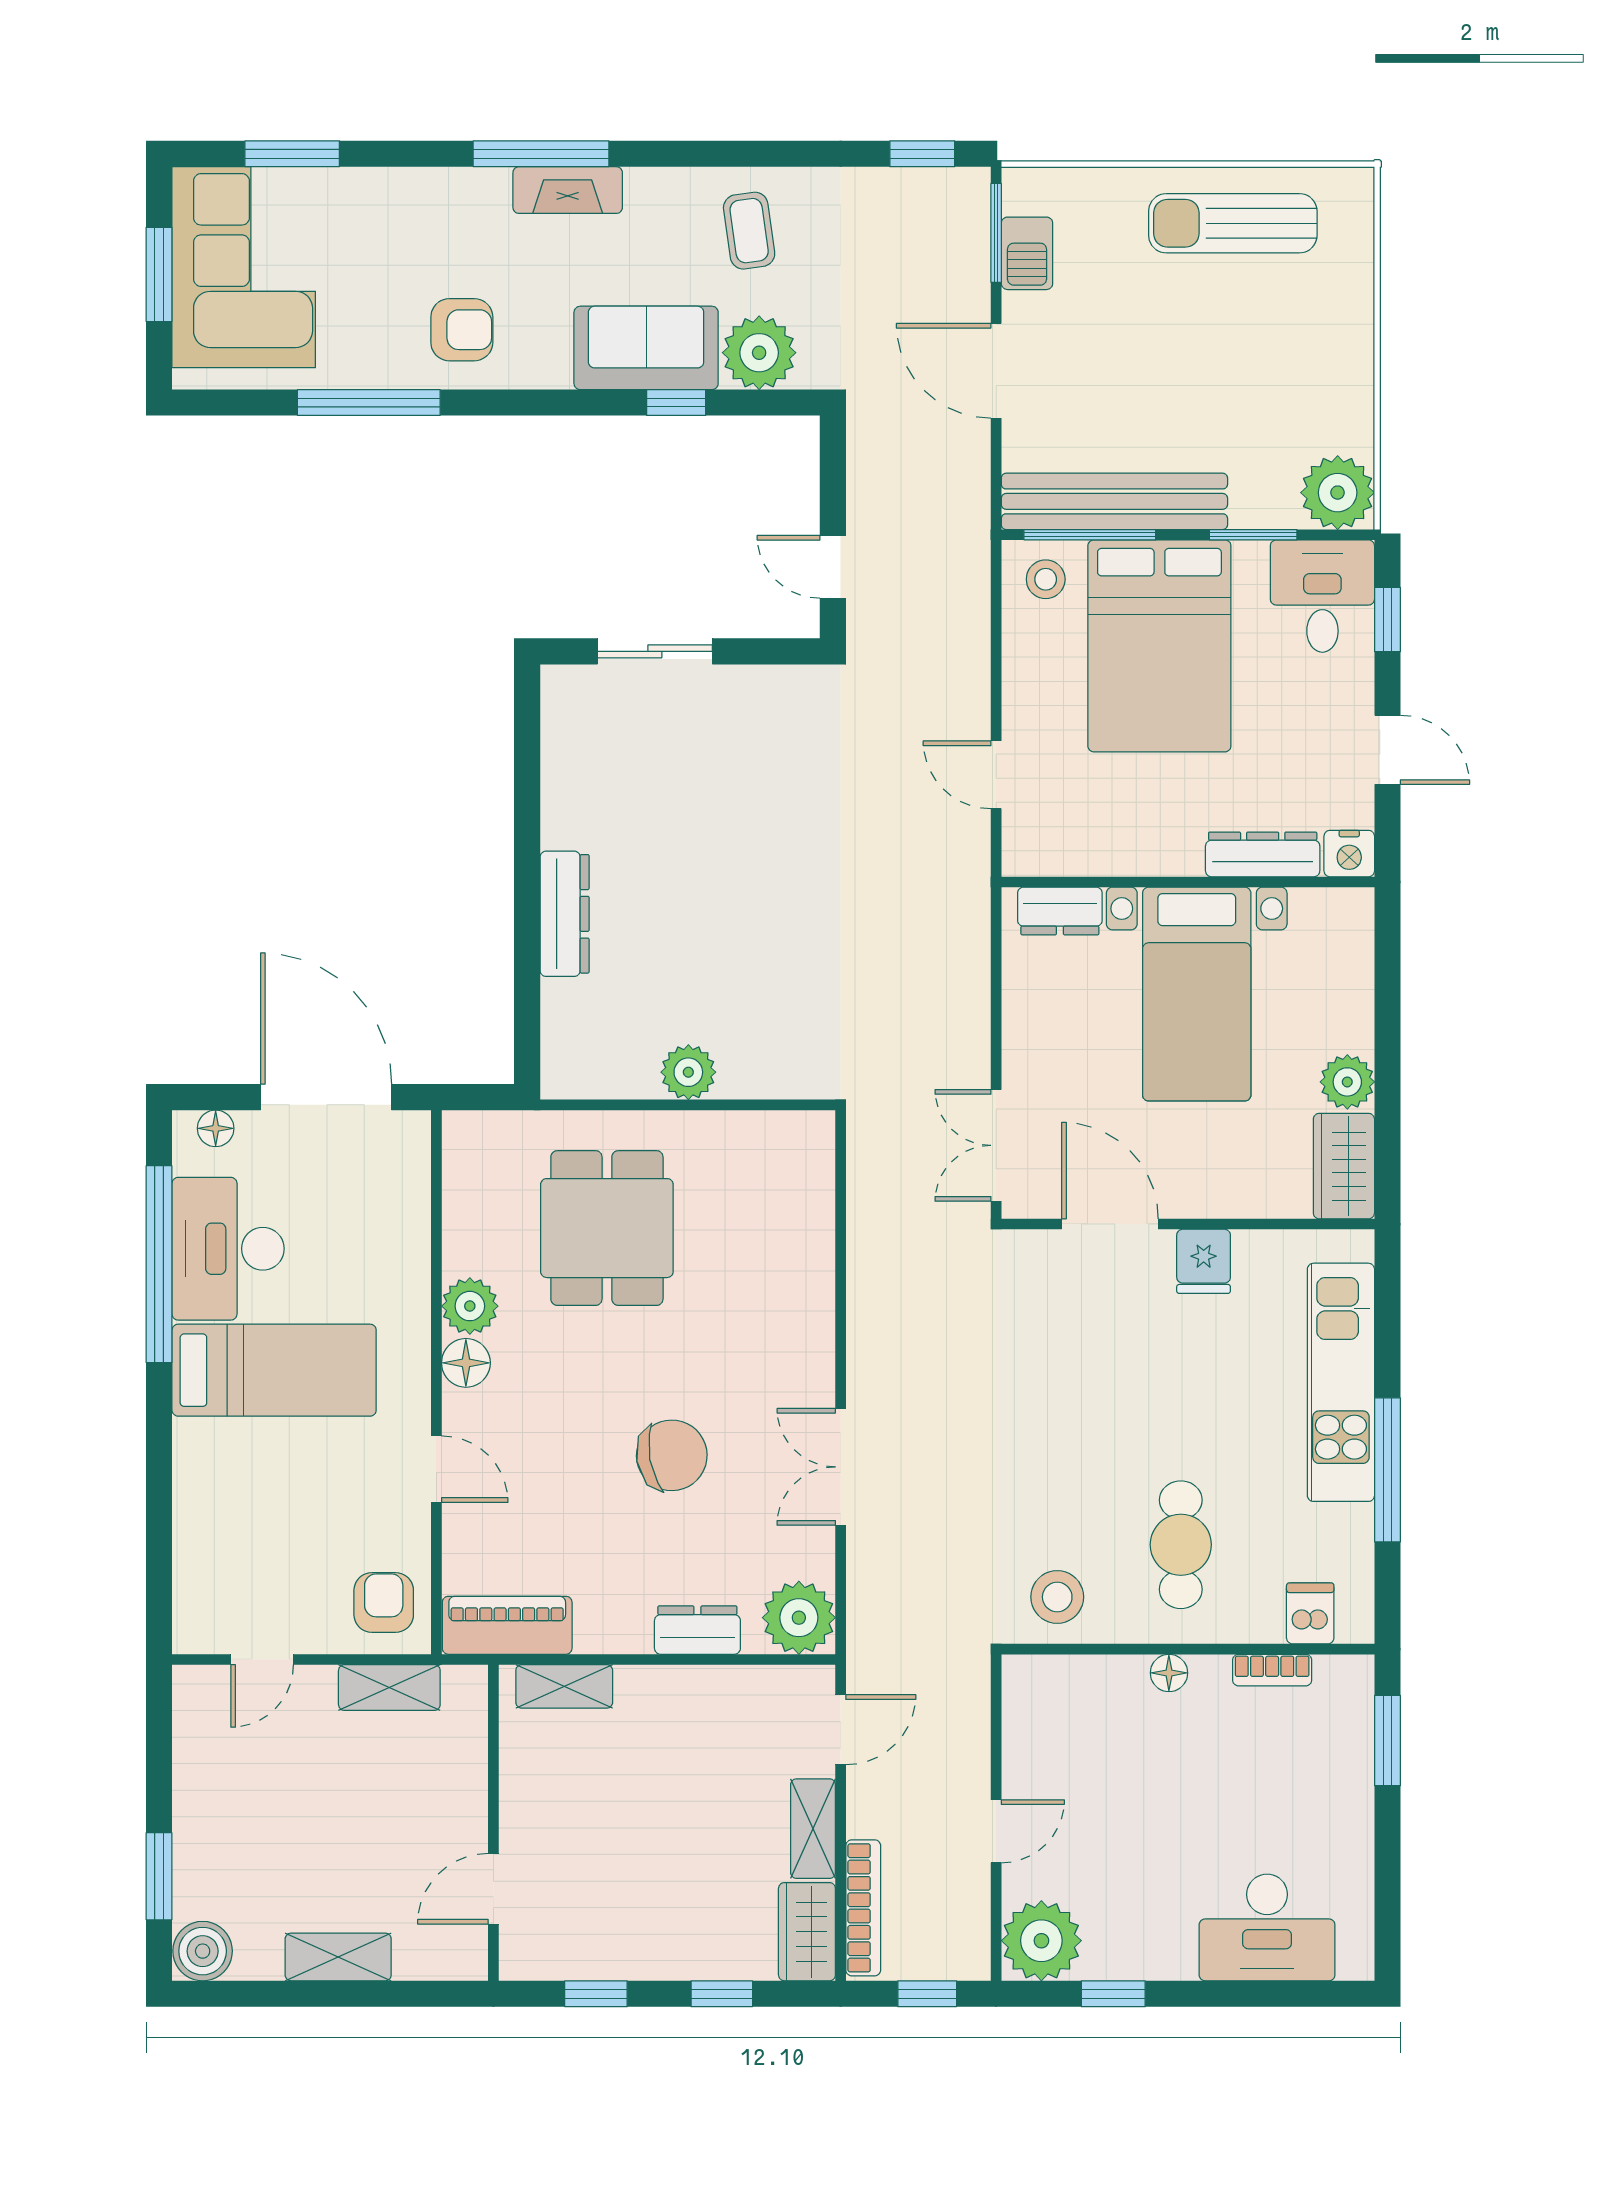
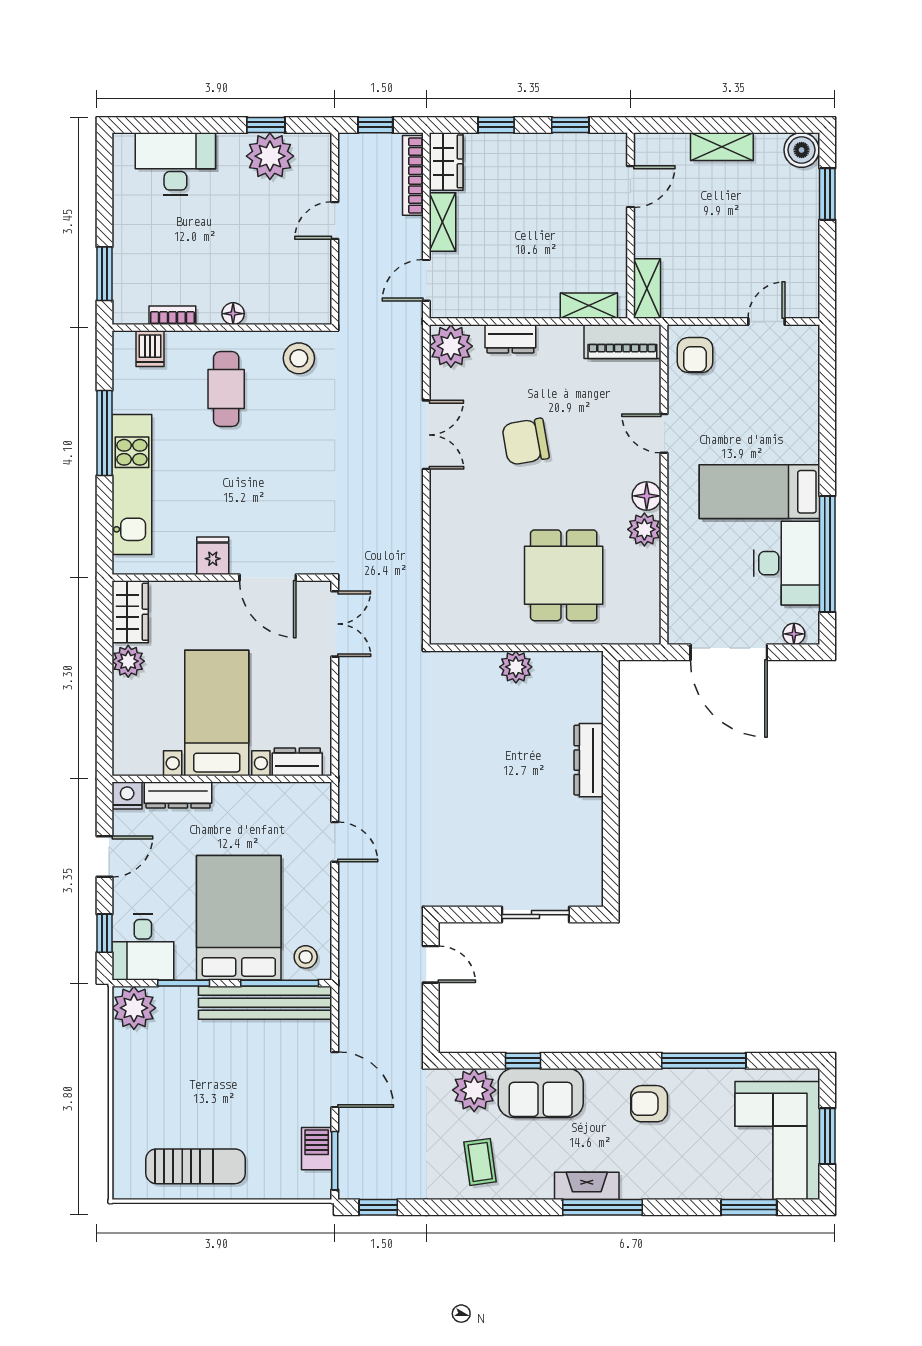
door: (1387, 750) -> (105, 857), swing flipped
shelving: (389, 1688) -> (647, 289), moved, turned 90
plant: (1041, 1941) -> (270, 156), moved

